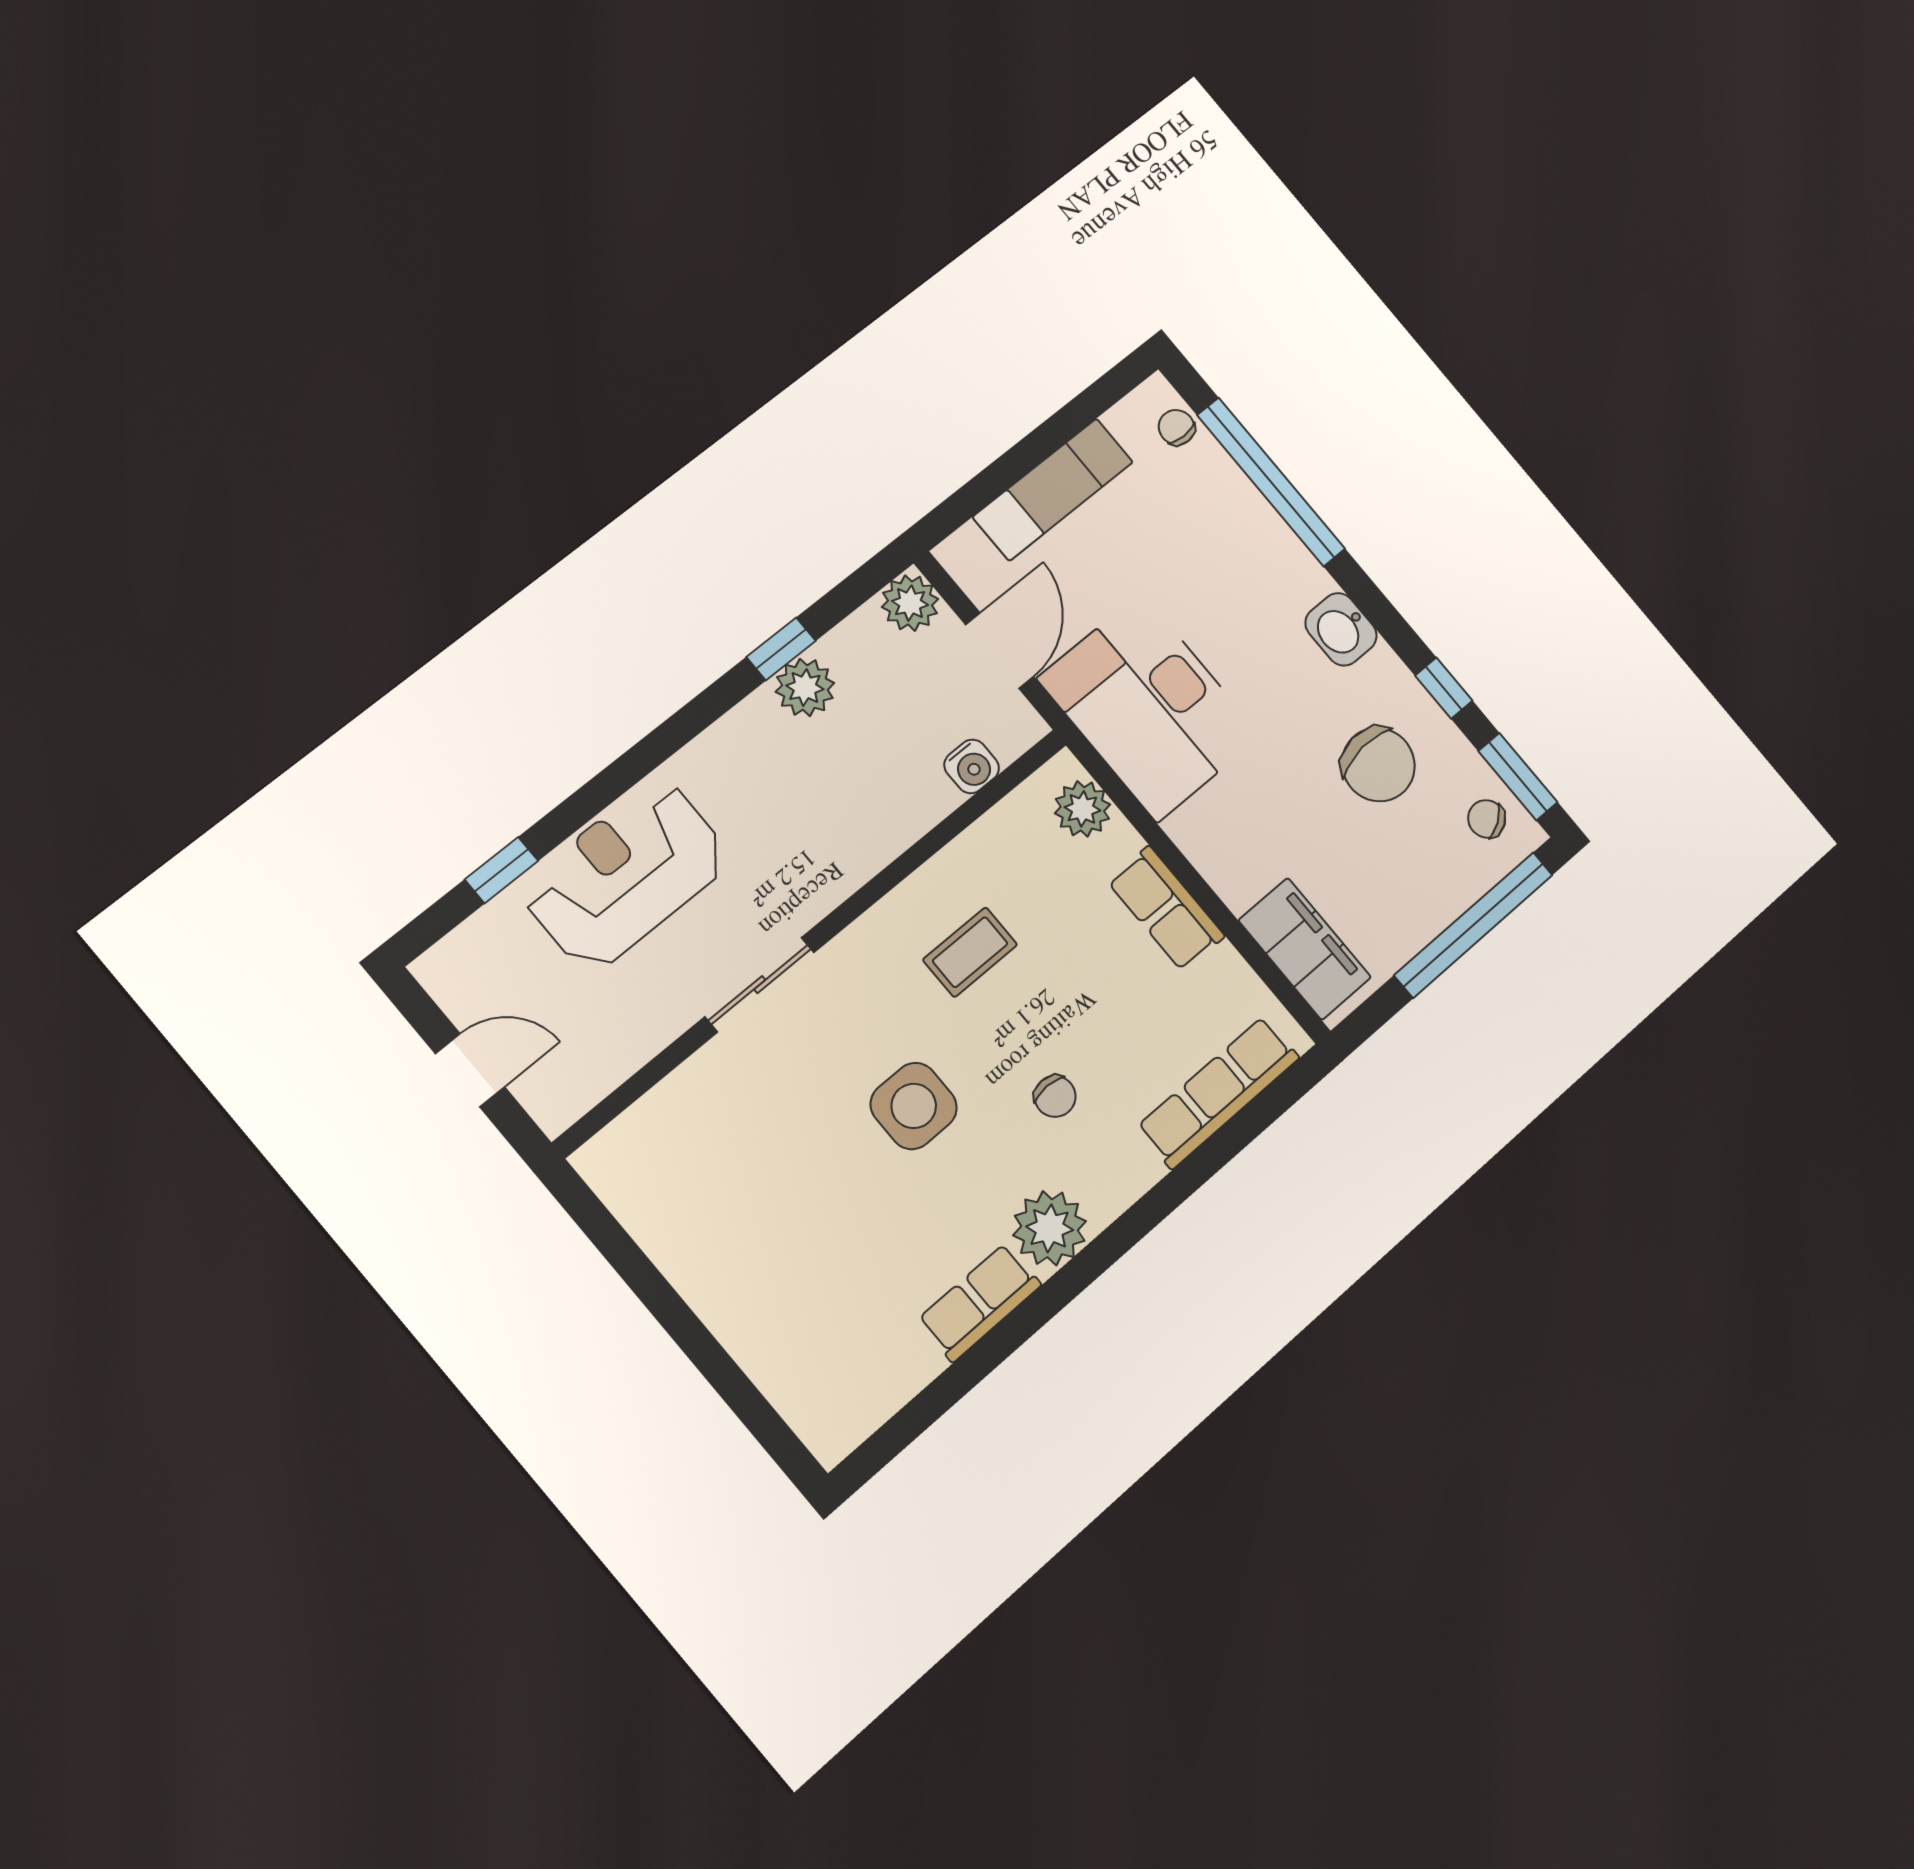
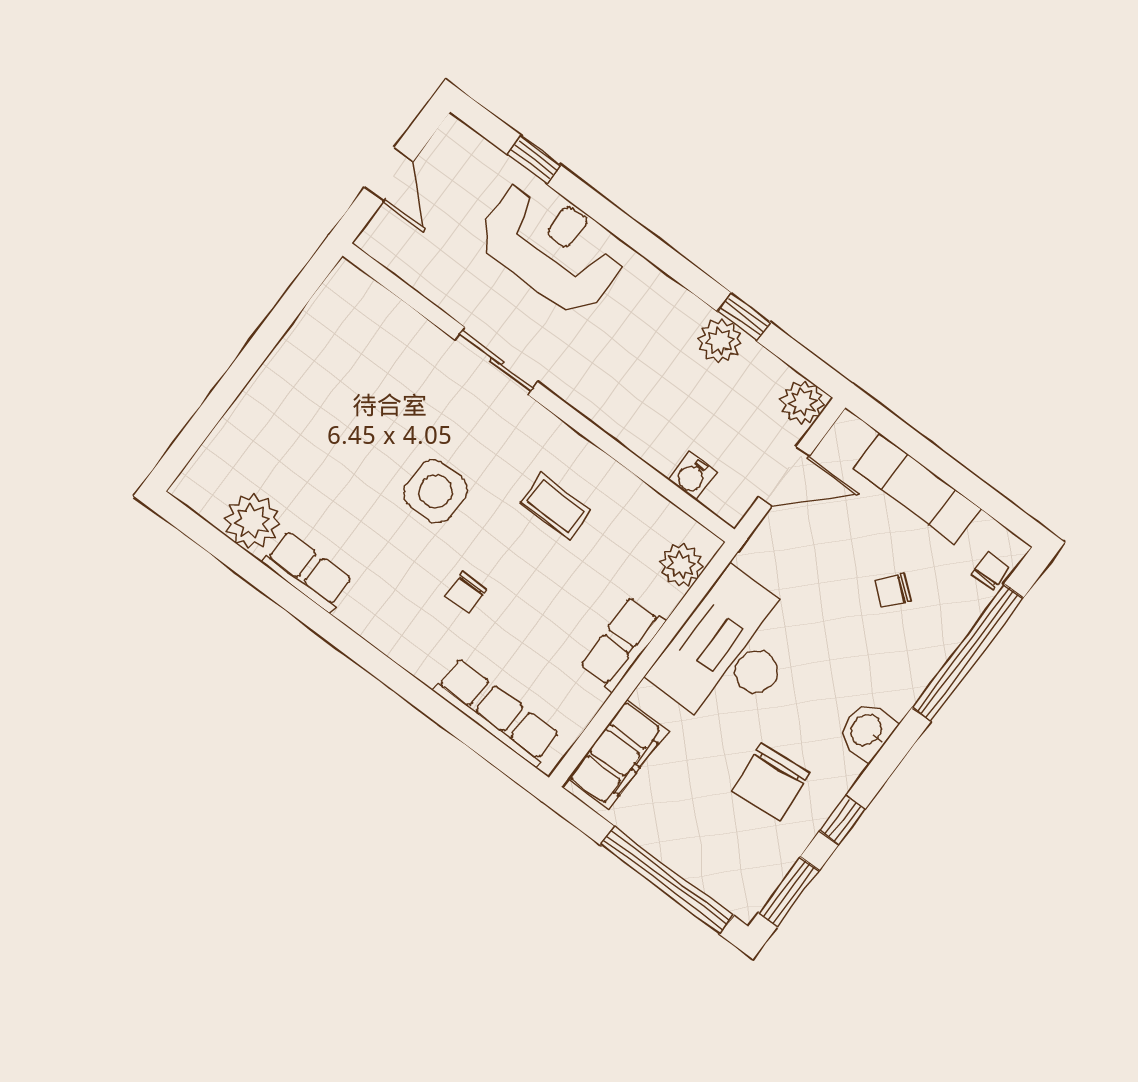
desk: (1149, 707) -> (730, 652), moved
chair: (1487, 819) -> (893, 590), moved, turned -107
plant: (1050, 1228) -> (252, 521), moved

